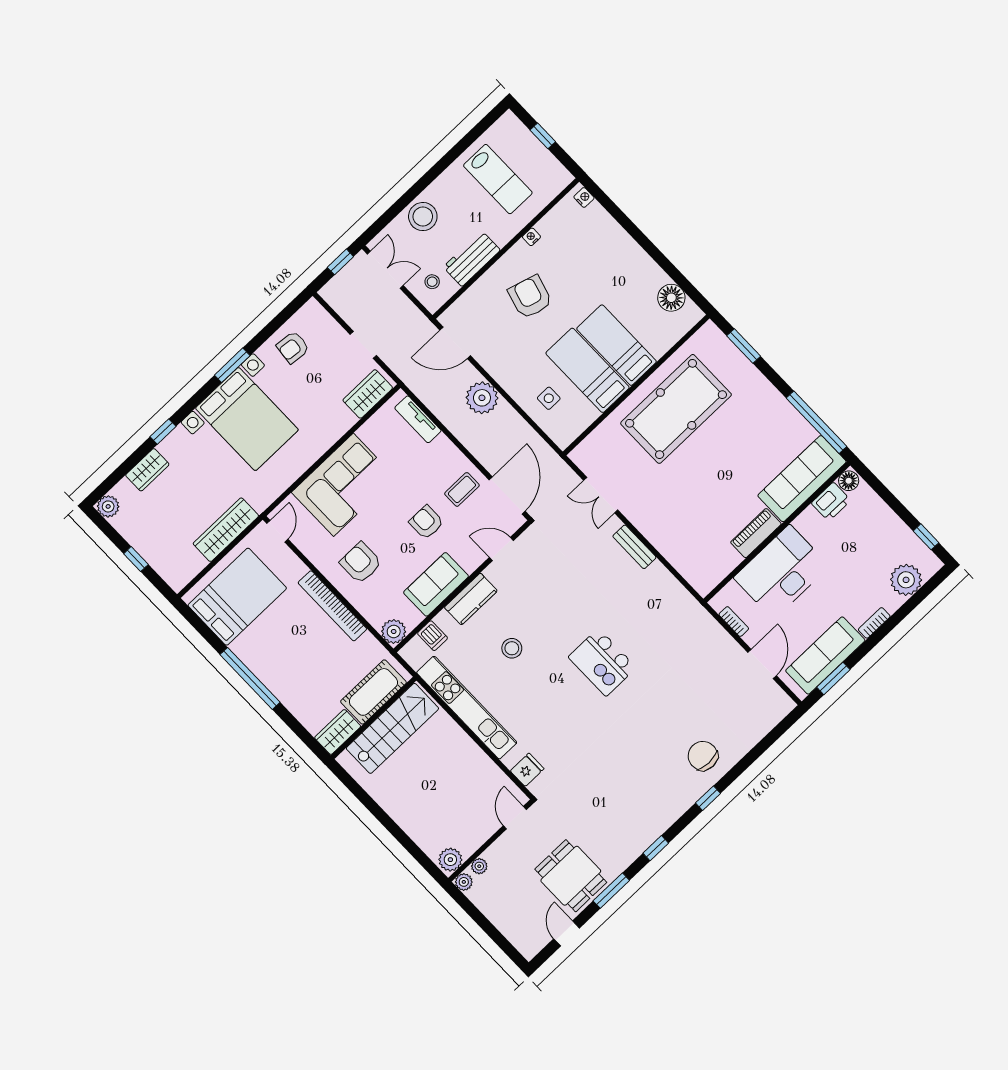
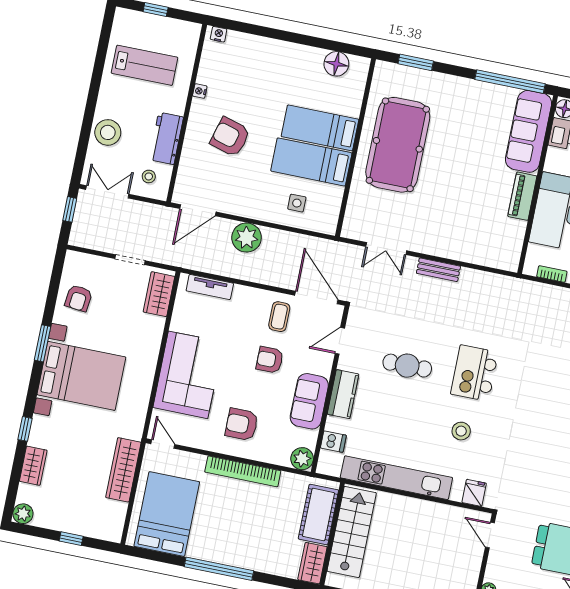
cafe table: (546, 613) -> (407, 366), added
stool: (512, 648) -> (461, 431), moved
kitchen island: (602, 662) -> (474, 373), turned 90

